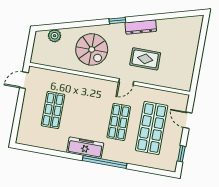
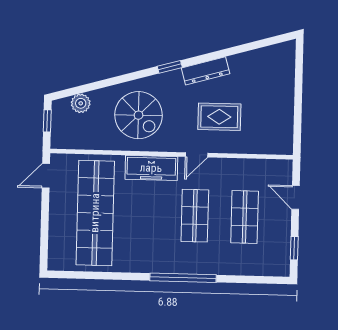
window: (31, 44) -> (47, 121), added
shop shelf: (53, 110) -> (95, 213), width x2.00, depth x1.36
shop shelf: (152, 128) -> (245, 217), width x0.70, depth x0.74
freezer: (85, 148) -> (151, 168), moved, turned 180

